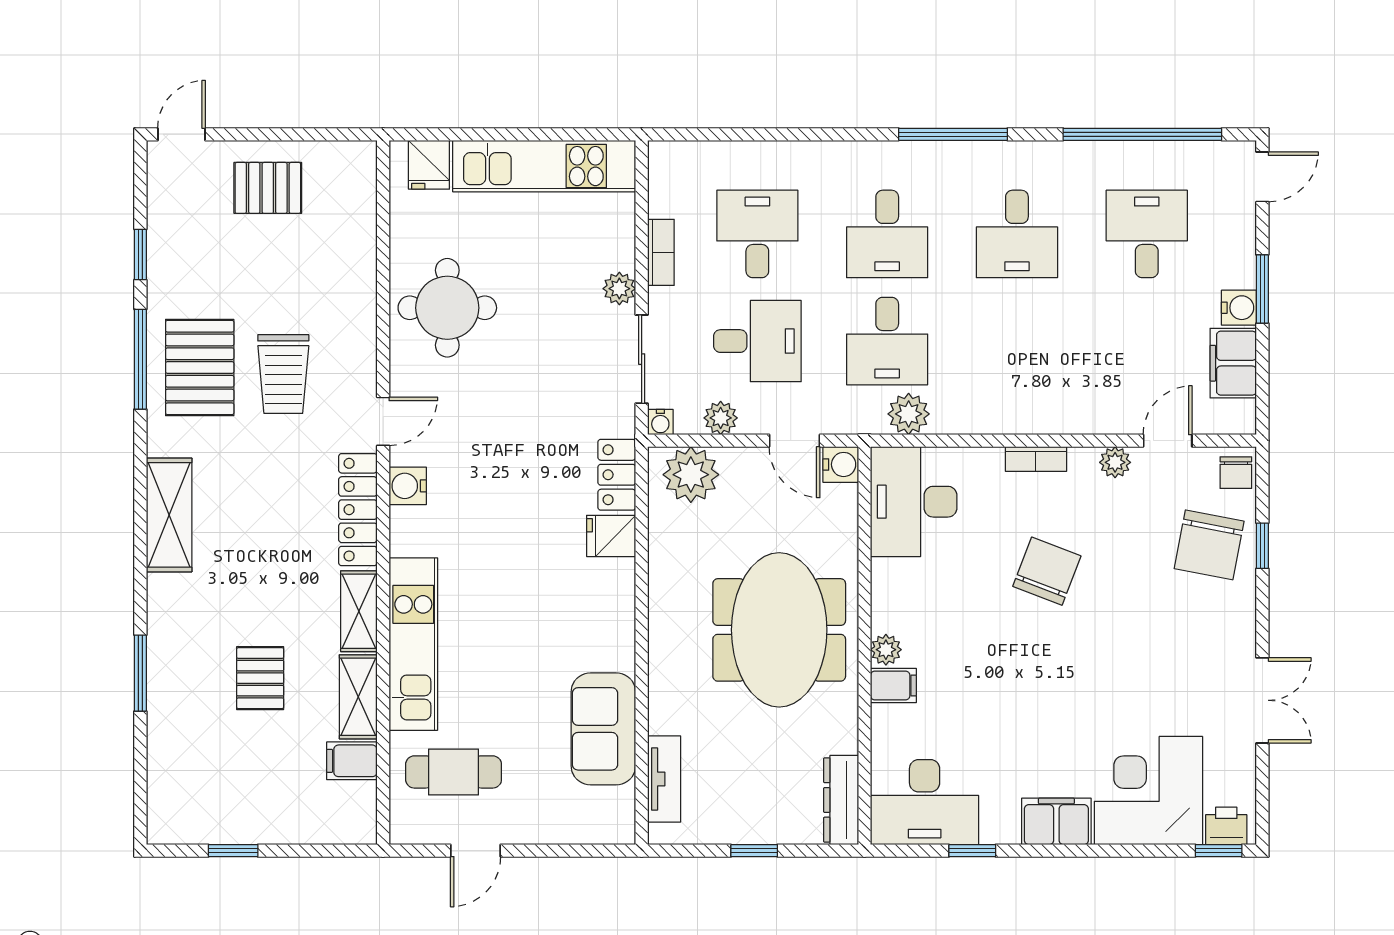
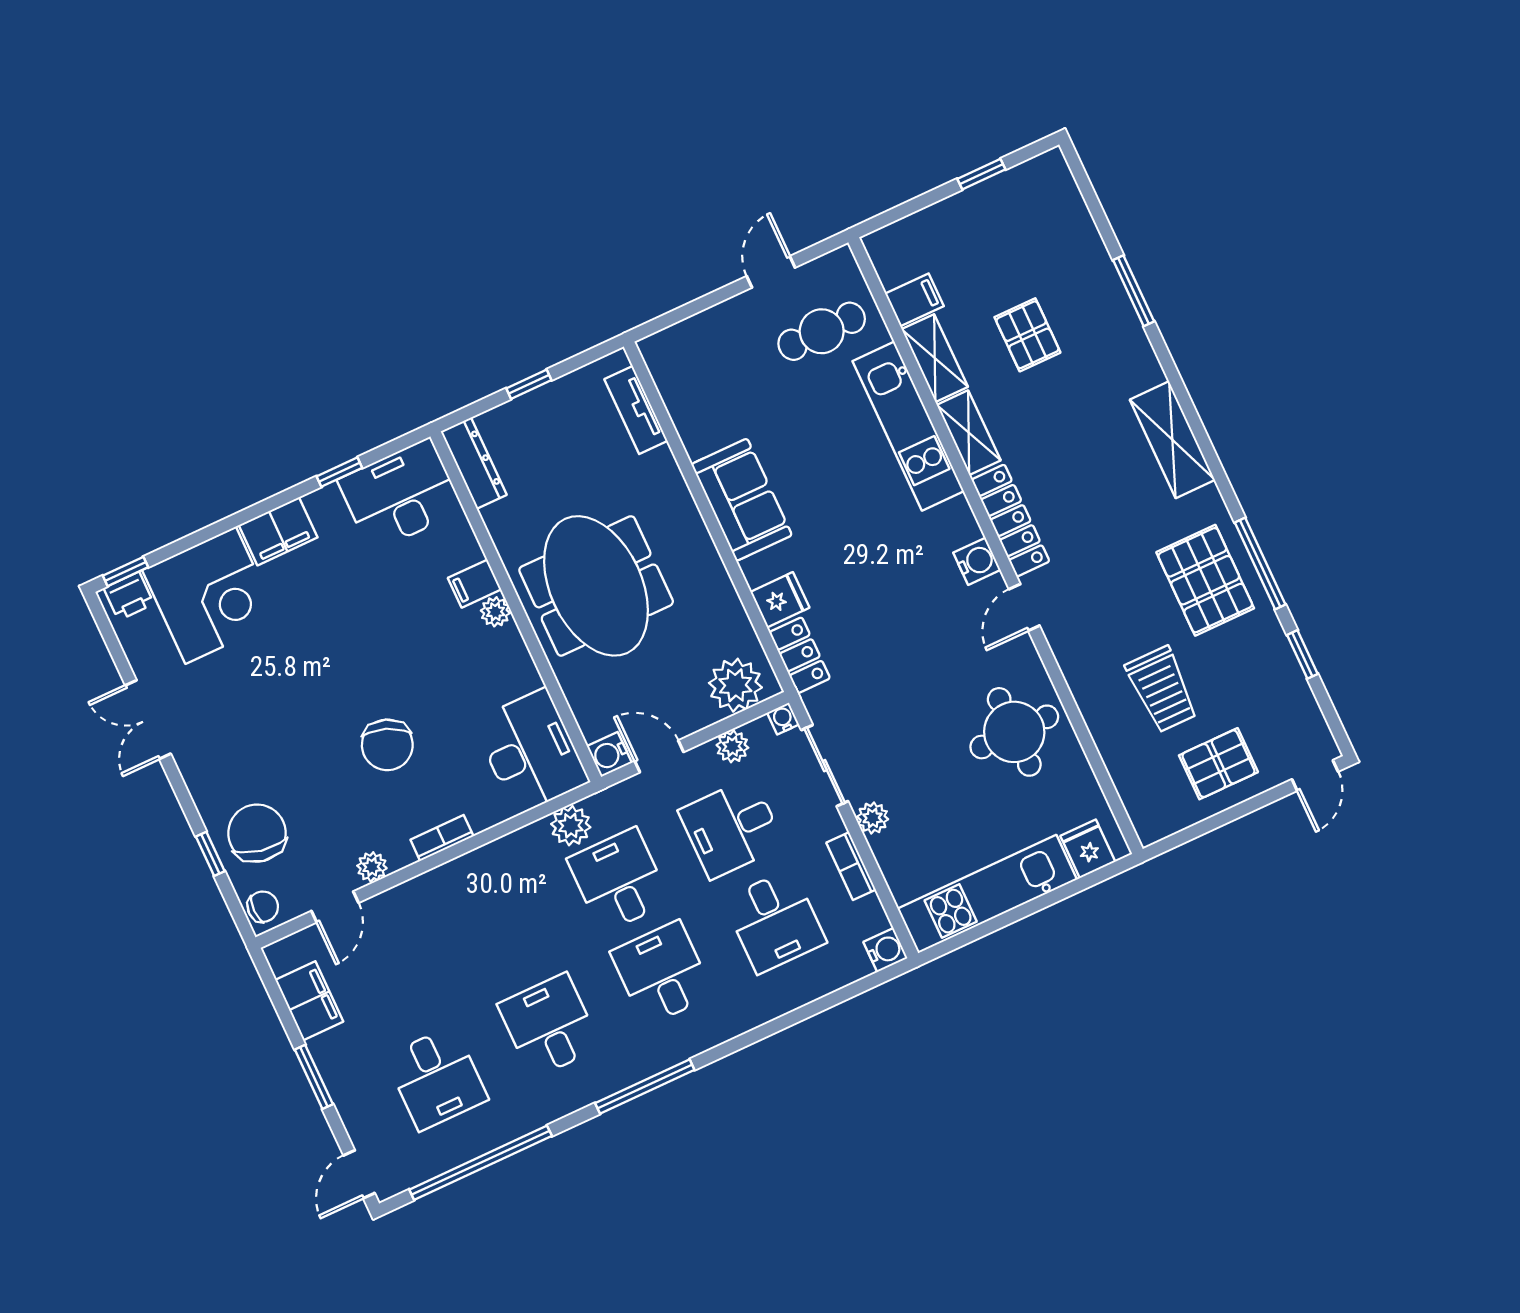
water cooler: (1239, 308) -> (885, 950), moved, turned 180
trolley: (283, 374) -> (1162, 689), moved, turned 180
chair: (1236, 473) -> (263, 907), turned 90
sofa: (603, 729) -> (742, 500), moved

